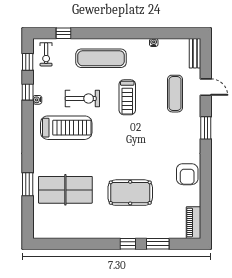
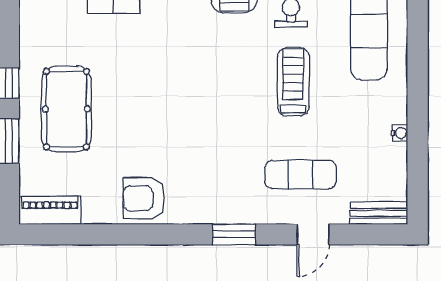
treadmill: (127, 97) -> (293, 82), turned 90
pool table: (130, 193) -> (66, 109), moved

